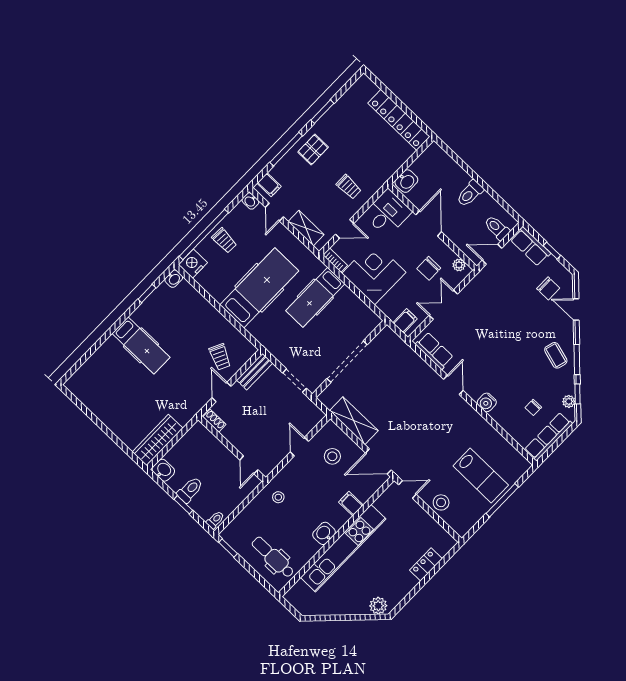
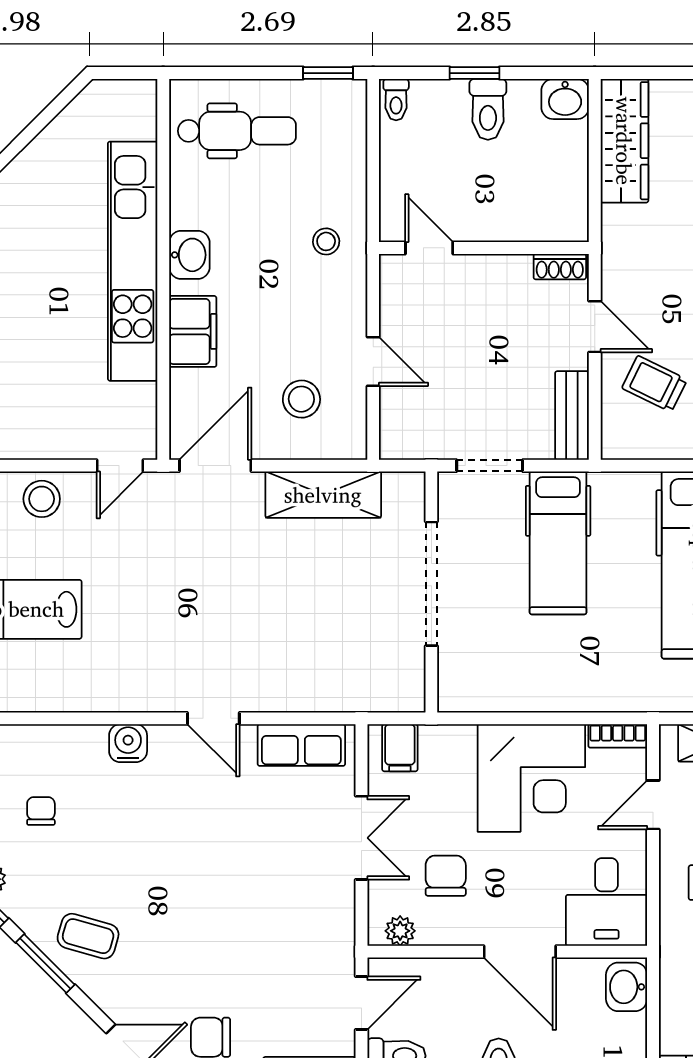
hospital bed: (315, 297) -> (558, 543), moved, turned 180
filing cabinet: (351, 504) -> (193, 331), width x2.00

